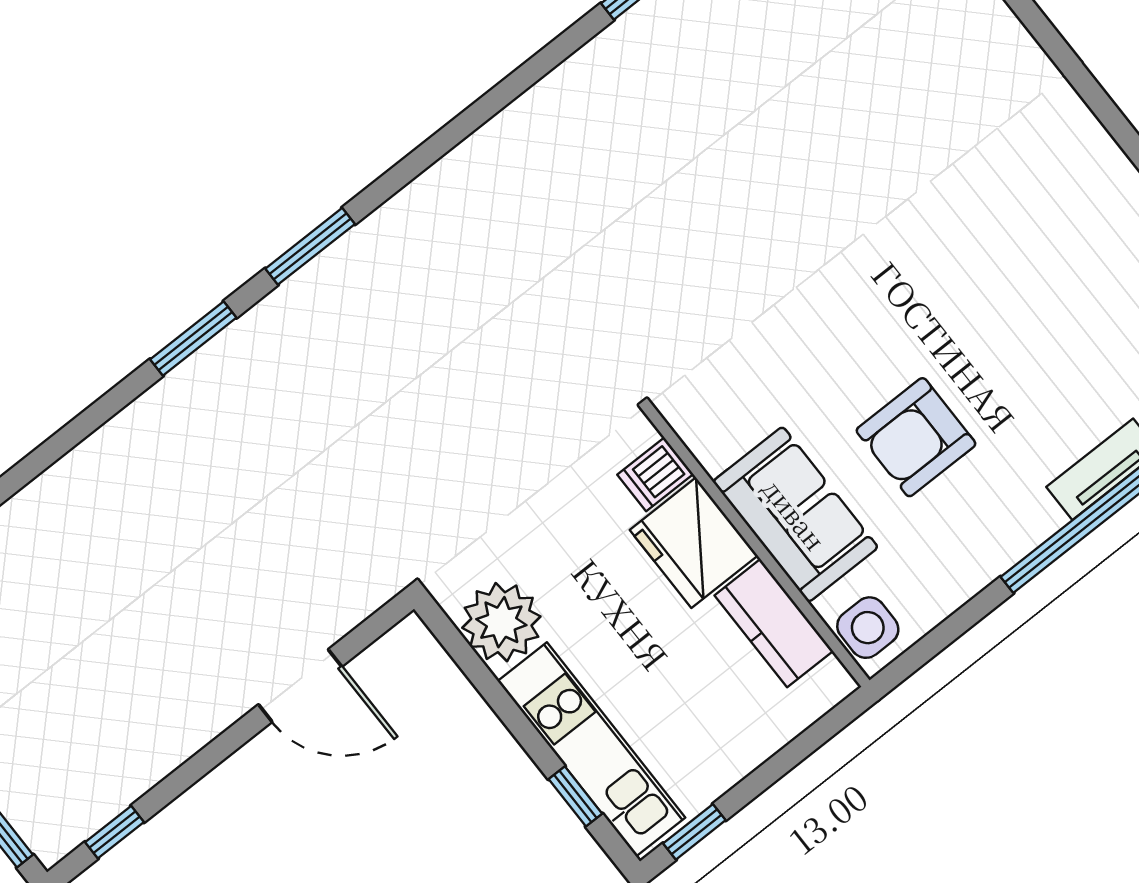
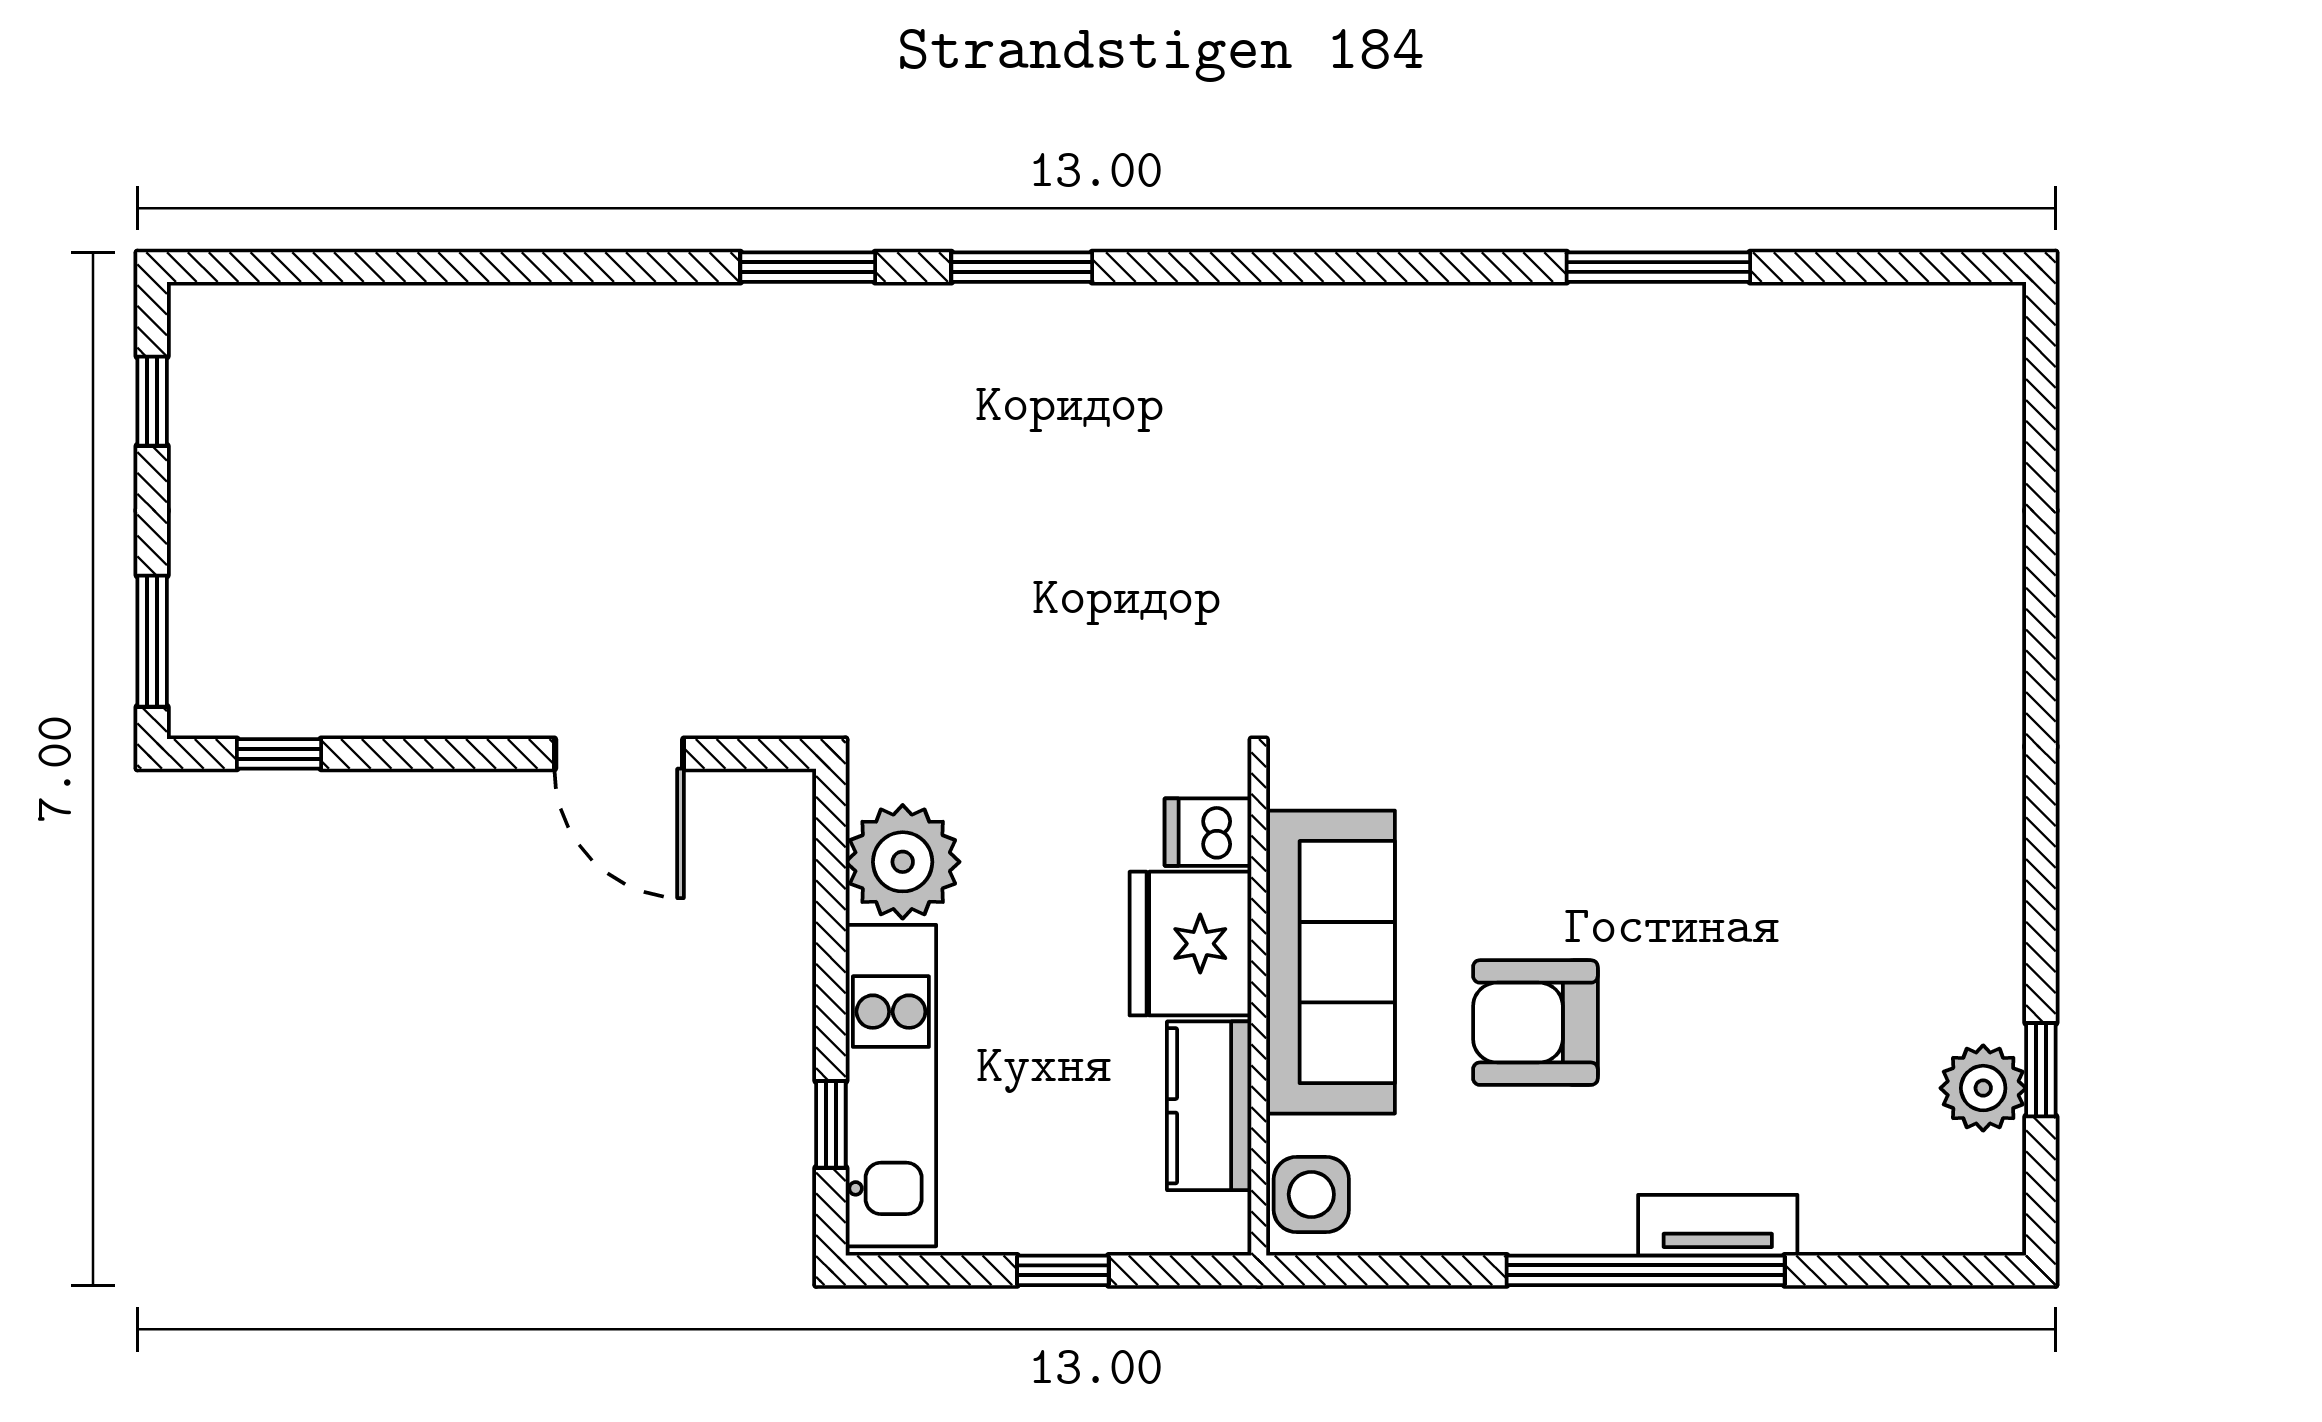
sofa: (795, 514) -> (1331, 962), width x1.36
window: (694, 832) -> (1063, 1270), moved

